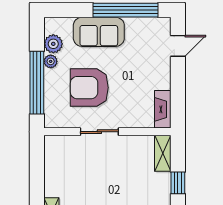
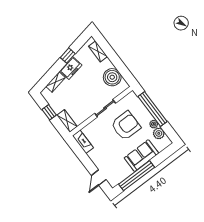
boiler: (58, 166) -> (112, 77), added

